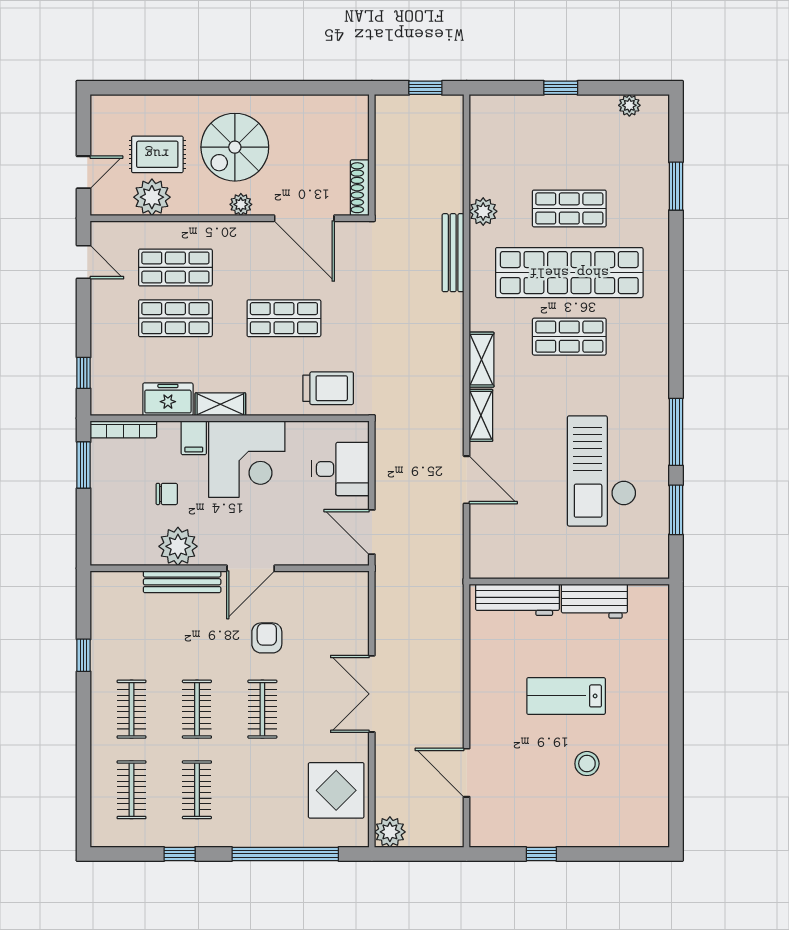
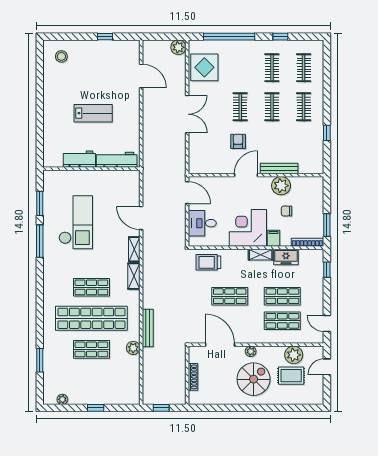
shoe rack: (360, 188) -> (193, 377), moved
armchair: (267, 638) -> (238, 141), turned 180
stool: (587, 764) -> (61, 56), moved

